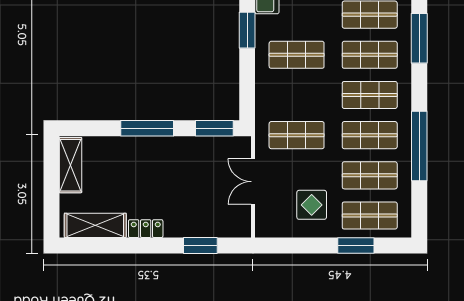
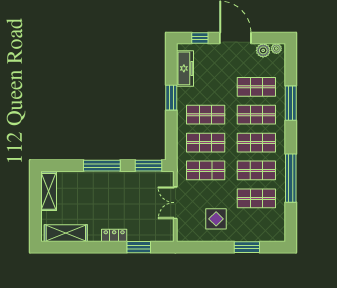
shop shelf: (370, 215) -> (206, 143), moved
locker: (146, 229) -> (114, 235), moved

